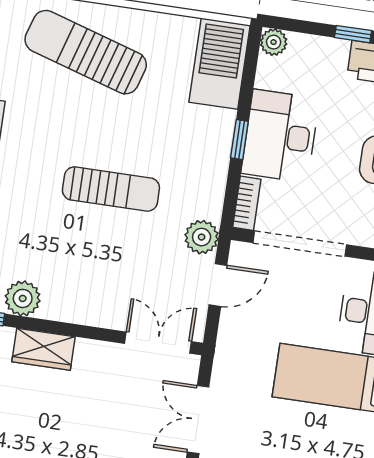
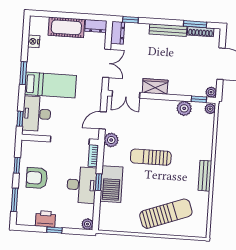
sun lounger: (86, 52) -> (166, 214), turned -37
barbecue: (219, 64) -> (111, 184), moved
wardrobe: (44, 349) -> (155, 86), moved

